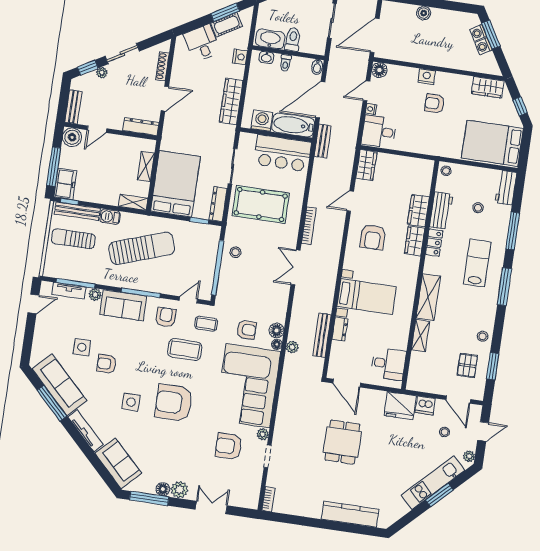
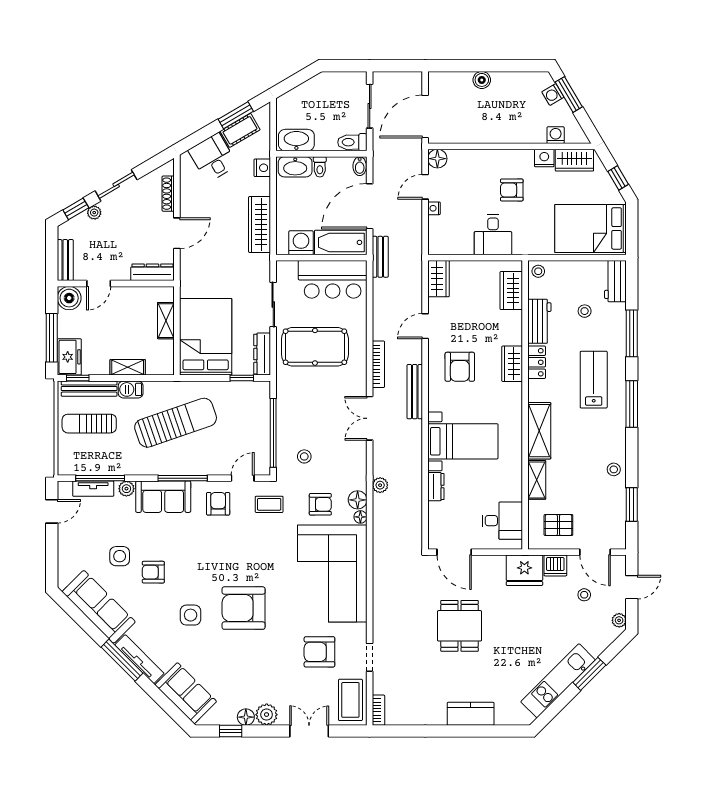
toilet: (293, 39) -> (352, 142), moved, turned -90
washing machine: (483, 46) -> (556, 135), moved, turned 121
washbasin: (266, 57) -> (295, 167), width x1.91, depth x1.45
nightstand: (427, 77) -> (544, 158), moved
desk: (379, 132) -> (493, 235), moved, turned -90
shelving: (133, 202) -> (128, 367), moved
wardrobe: (418, 210) -> (511, 291), moved
stool: (235, 252) -> (304, 456), moved
bench: (322, 335) -> (415, 392), moved
plant: (292, 347) -> (380, 485), moved
coffee table: (185, 350) -> (350, 700), moved, turned 90
pallet: (467, 365) -> (558, 525), moved, turned 90
window: (52, 403) -> (122, 660), moved
plant: (263, 434) -> (359, 631), removed
kitchen unit: (433, 483) -> (558, 681), moved
window: (149, 498) -> (231, 731), width x0.46
kitchen counter: (350, 514) -> (471, 714), width x0.67

